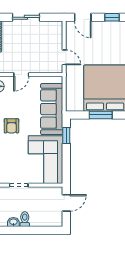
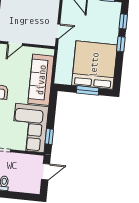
door: (64, 57) -> (58, 31), hinge flipped
window: (66, 135) -> (49, 136), moved

